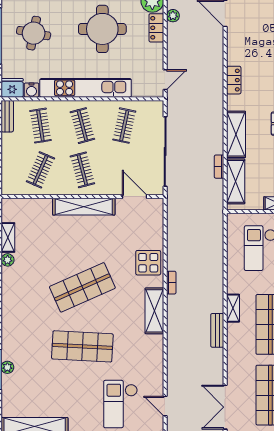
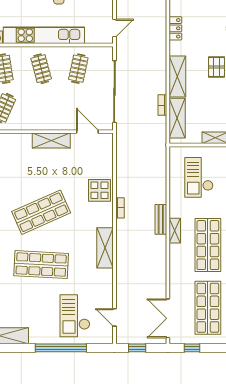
clothes rail: (82, 170) -> (41, 108), removed
shelving: (84, 207) -> (51, 141), width x0.68
shelving: (154, 311) -> (105, 248), moved
bench: (217, 330) -> (161, 219), moved

